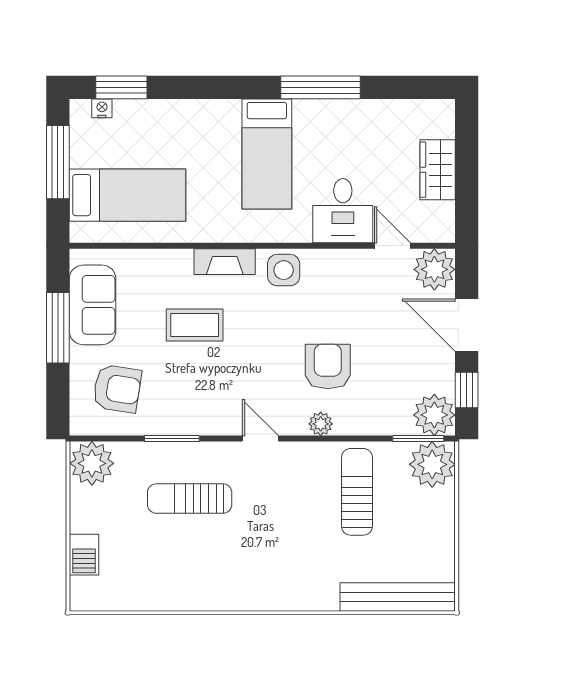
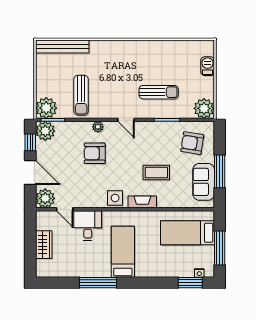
armchair: (328, 367) -> (95, 153), turned 90

